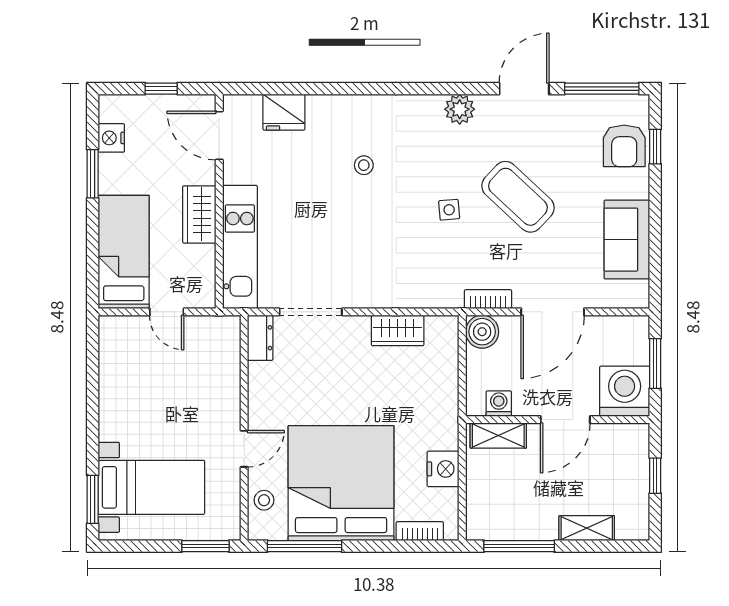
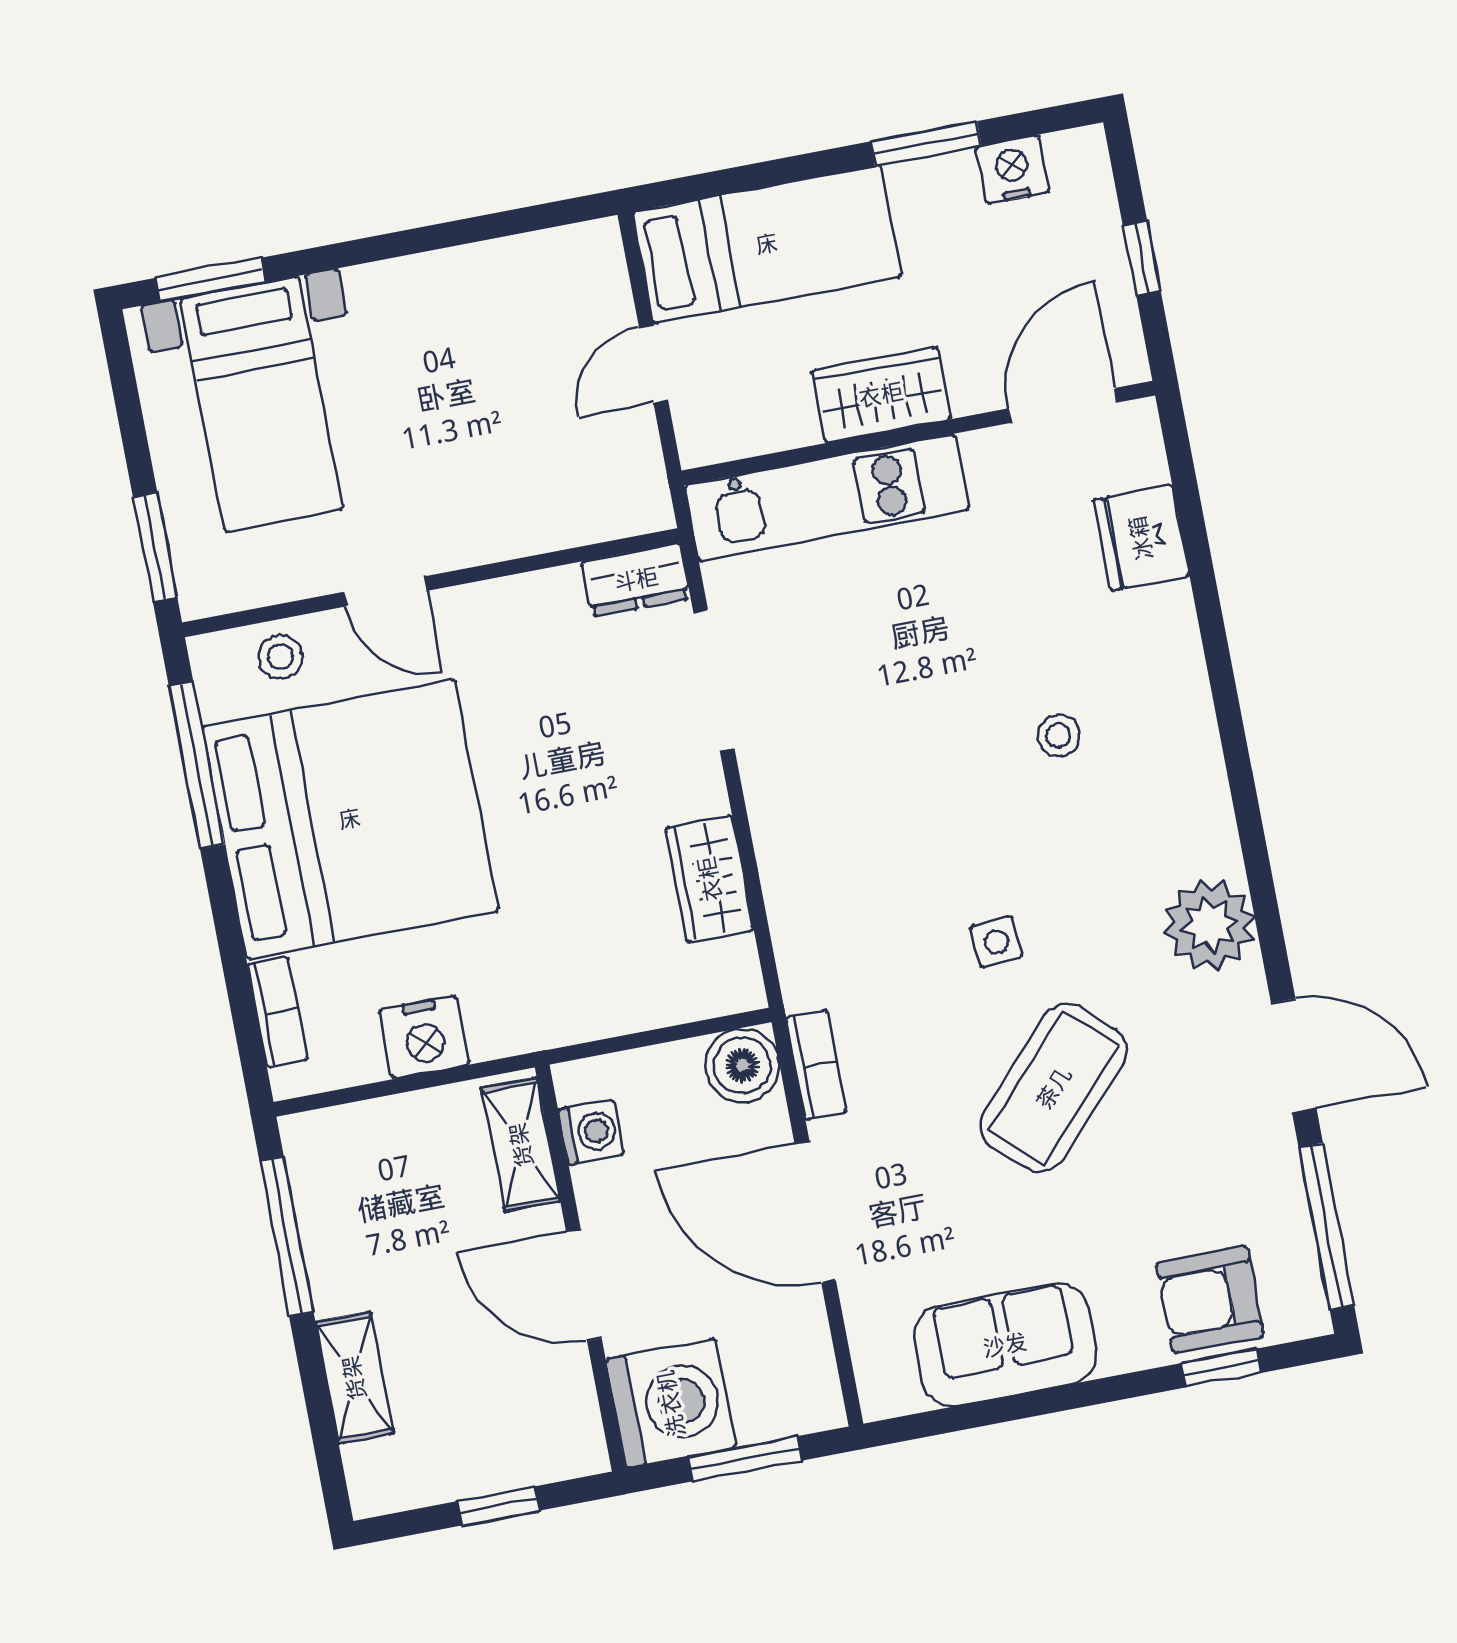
plant: (460, 109) -> (1209, 925), width x1.36, depth x1.36

